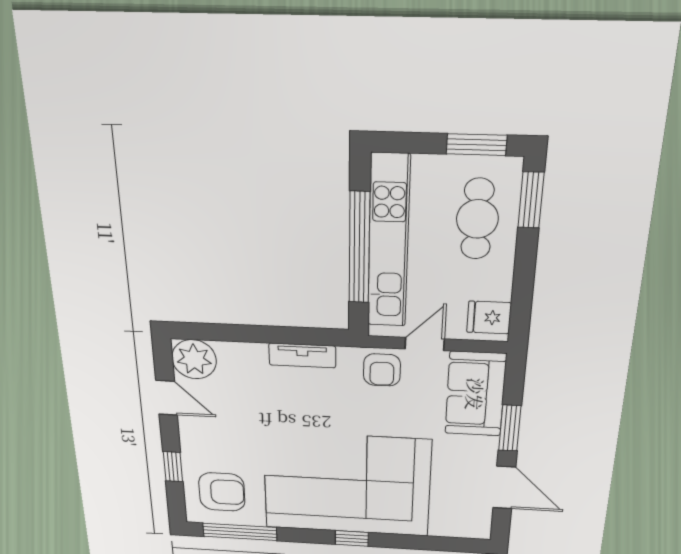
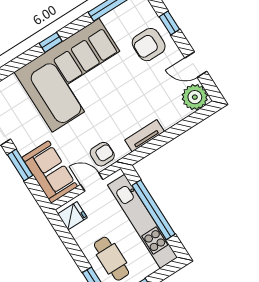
door: (425, 344) -> (92, 182), swing flipped
armchair: (382, 370) -> (102, 154), turned 90
armchair: (222, 492) -> (149, 45), moved

